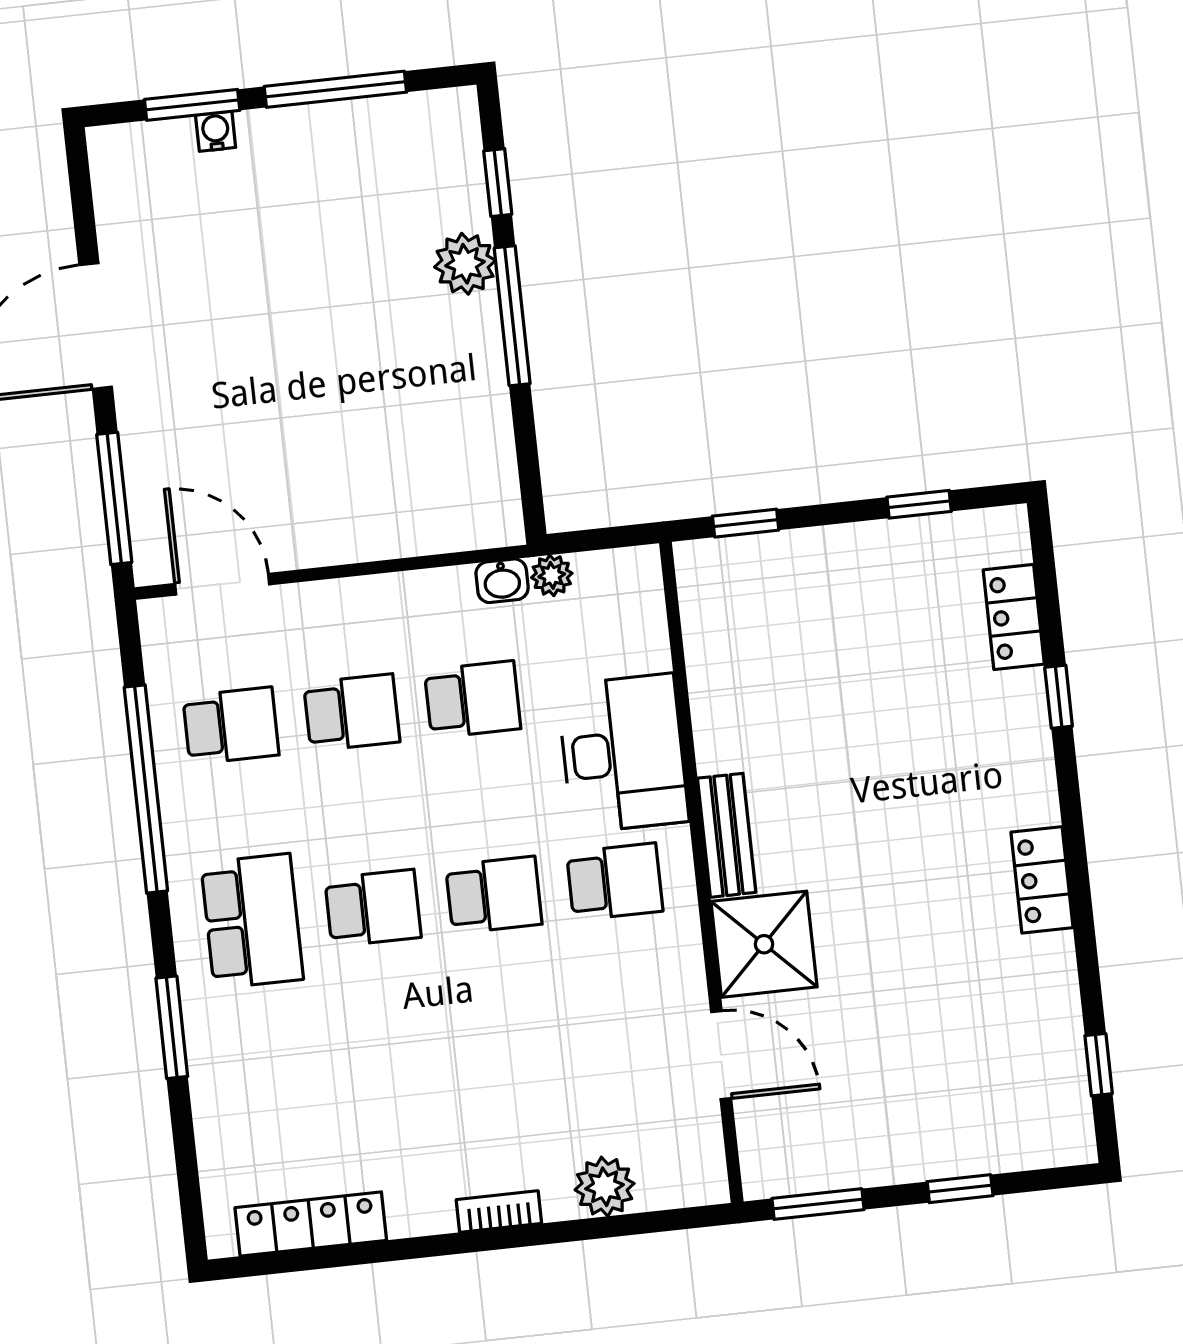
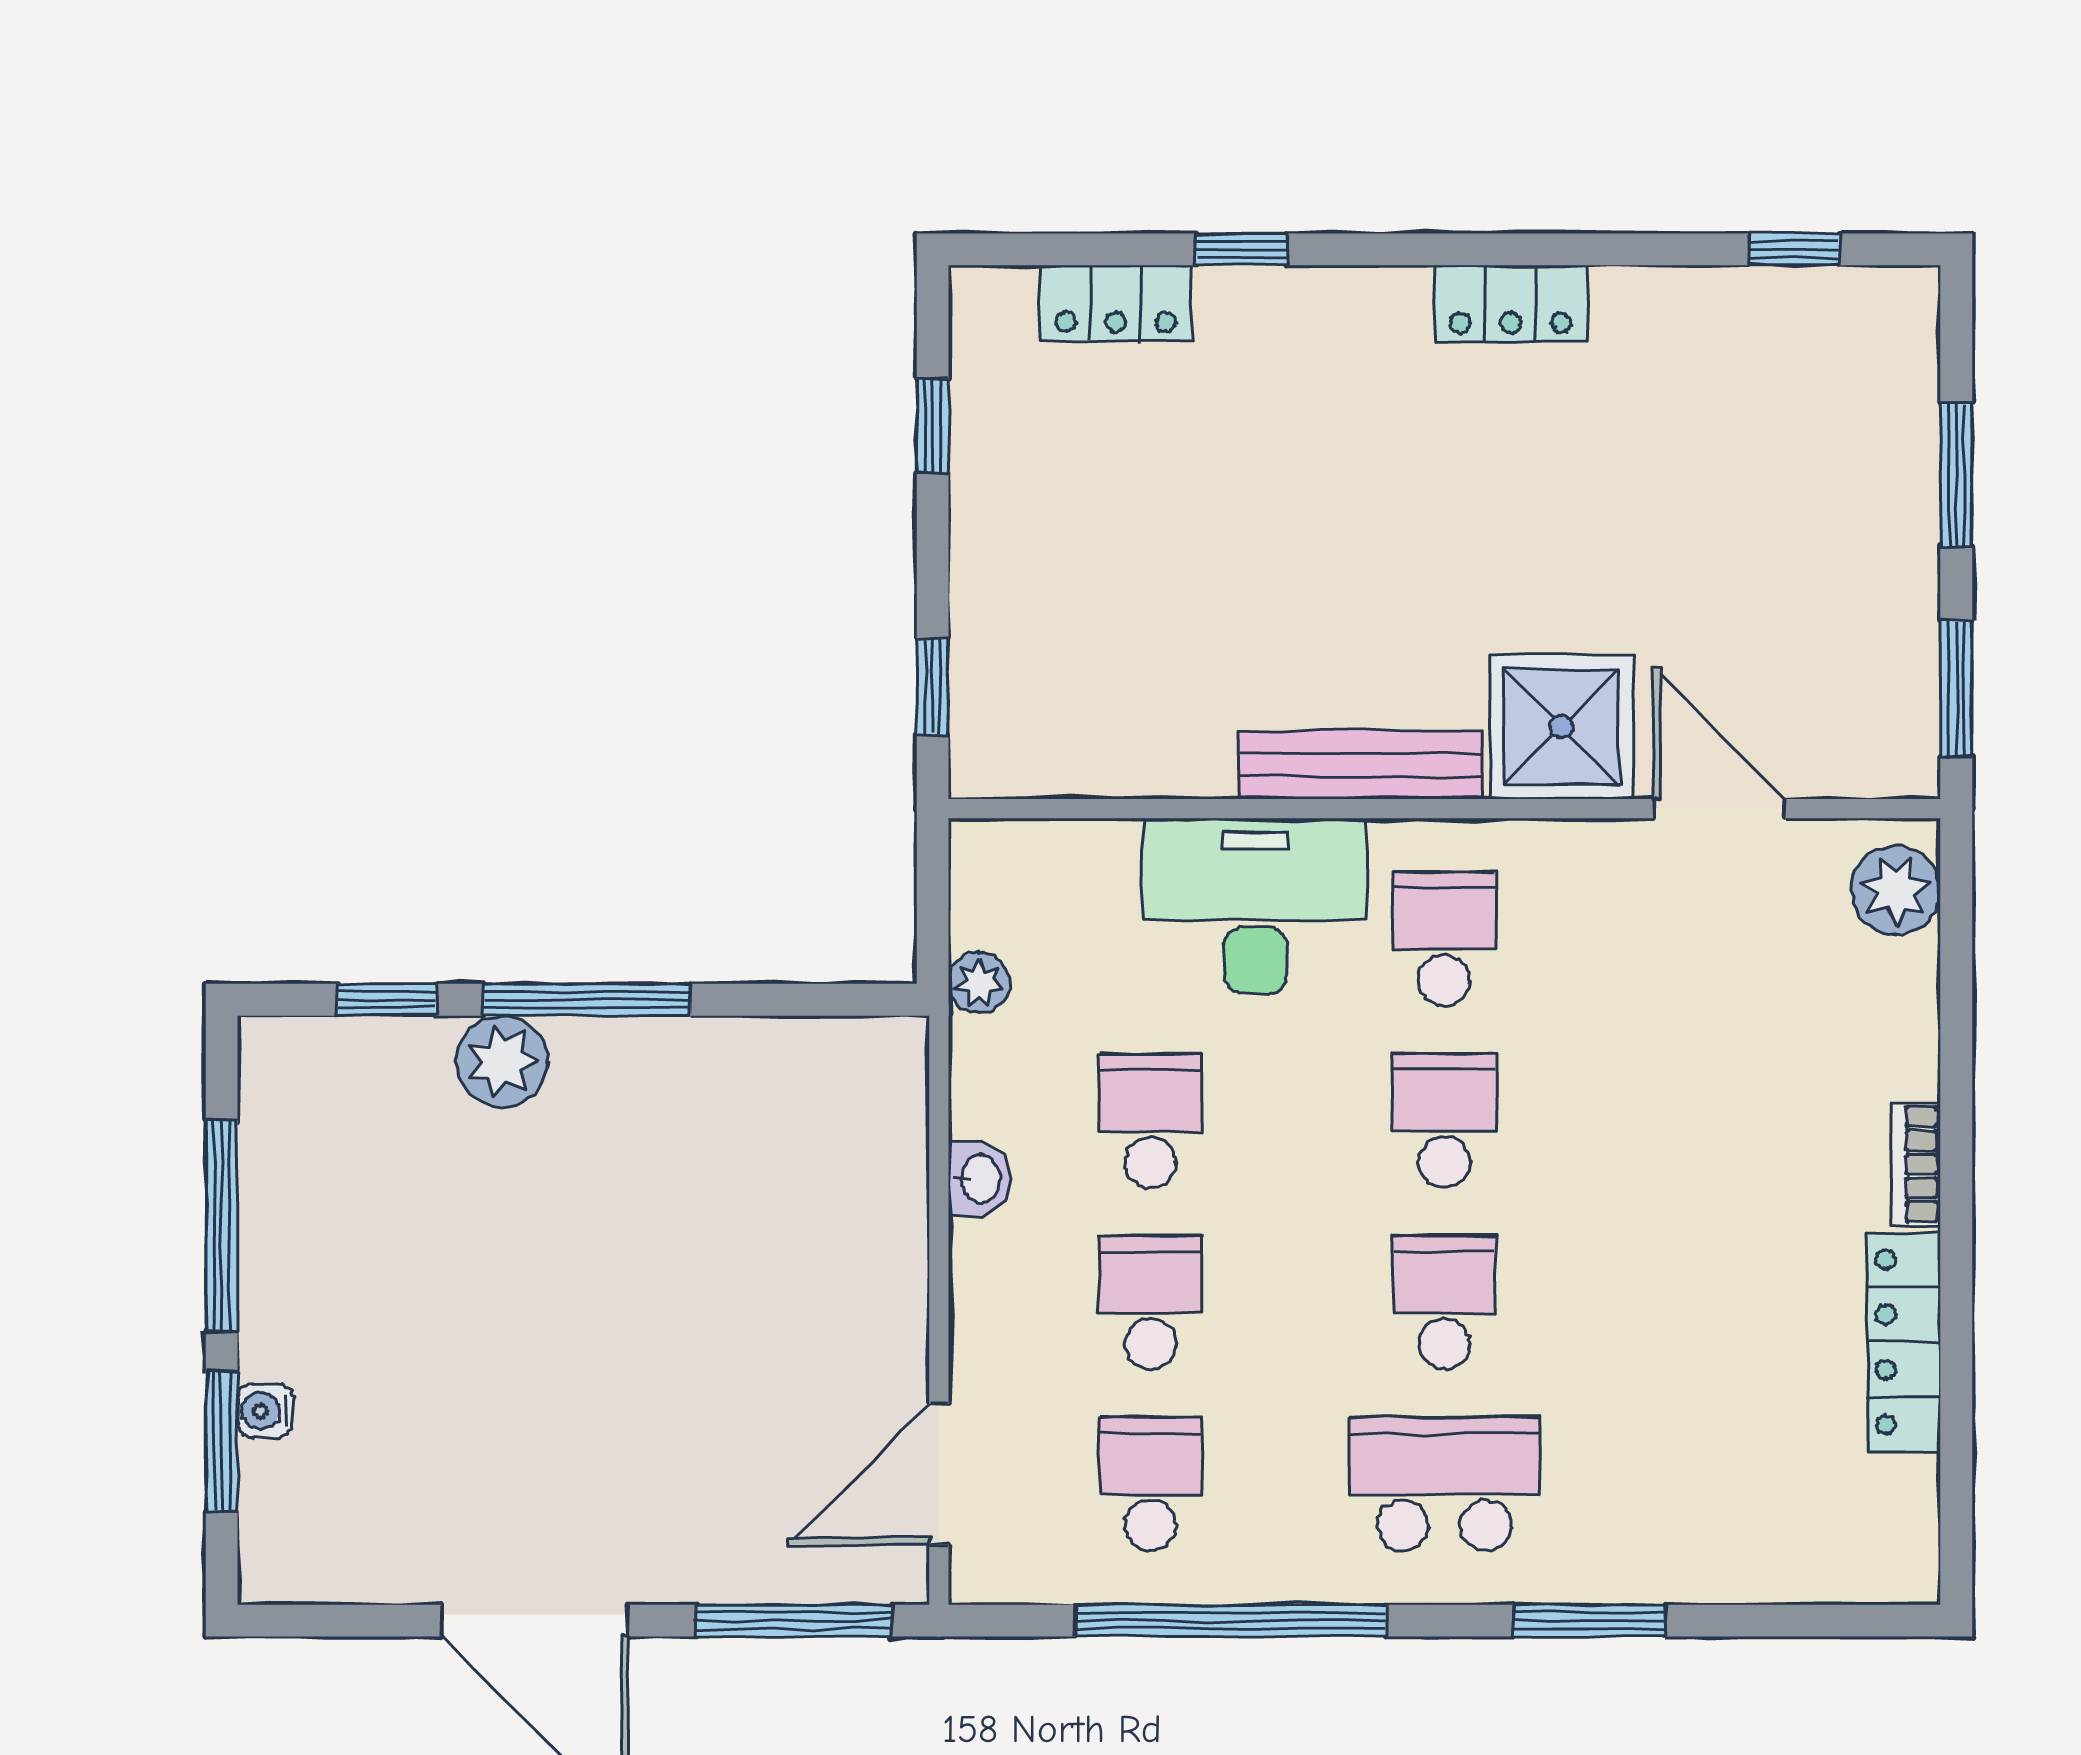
washbasin: (502, 581) -> (979, 1178), moved
bench: (727, 835) -> (1361, 765), width x1.36
door: (721, 1055) -> (1719, 809), hinge flipped
plant: (605, 1187) -> (1896, 890), moved
window: (960, 1189) -> (1956, 475), width x1.50
locker: (311, 1224) -> (1904, 1342), moved

